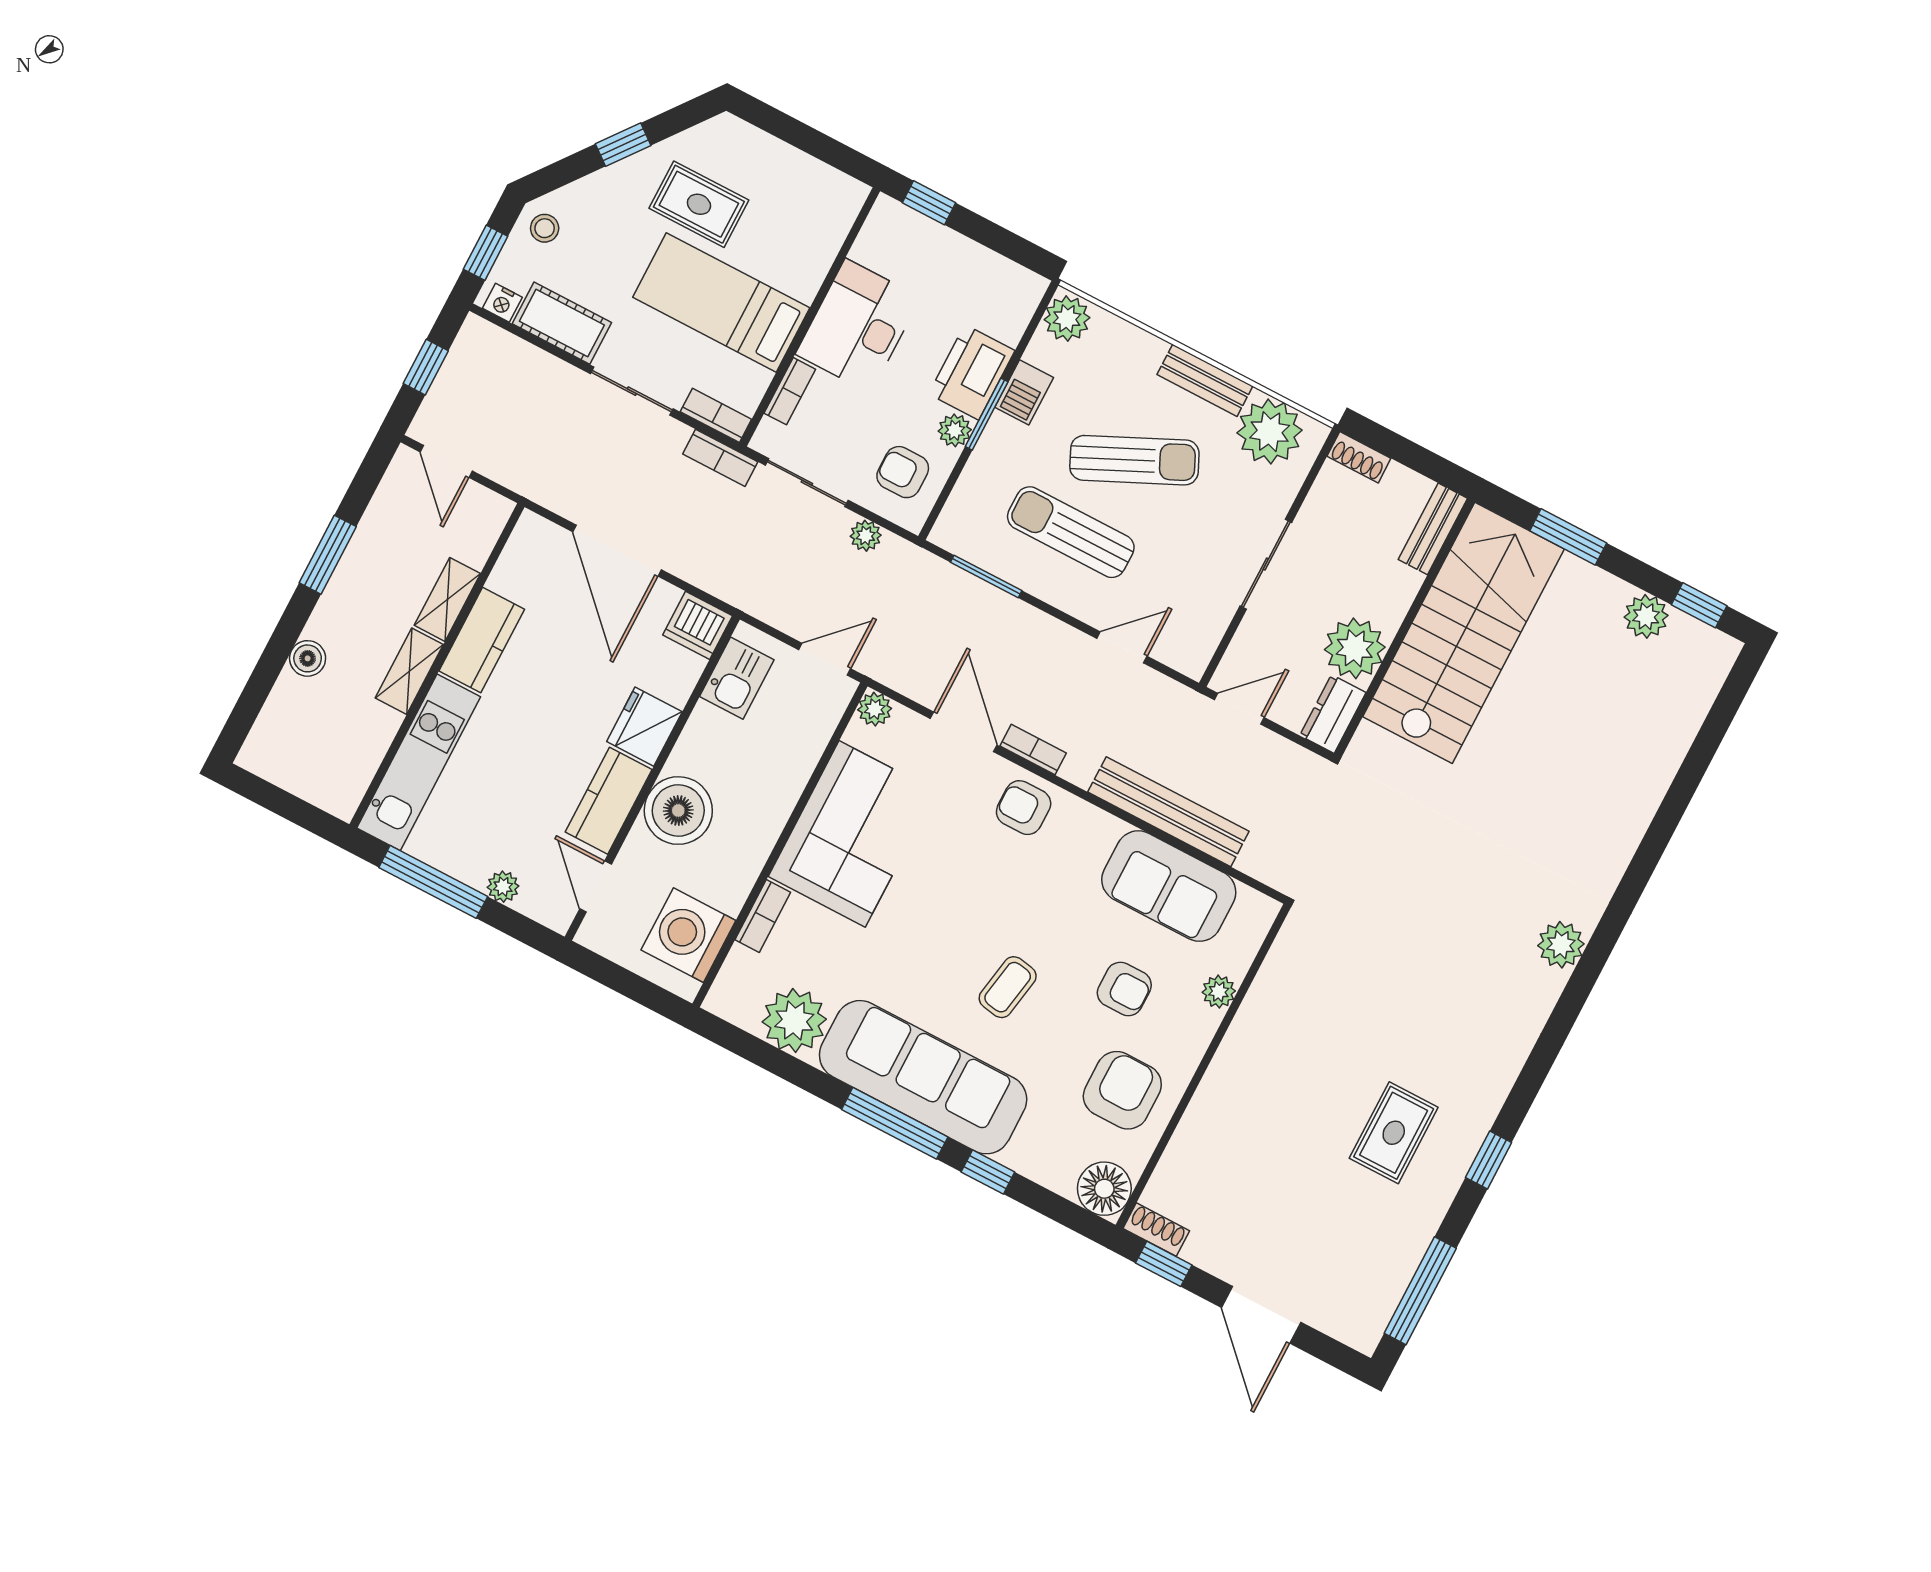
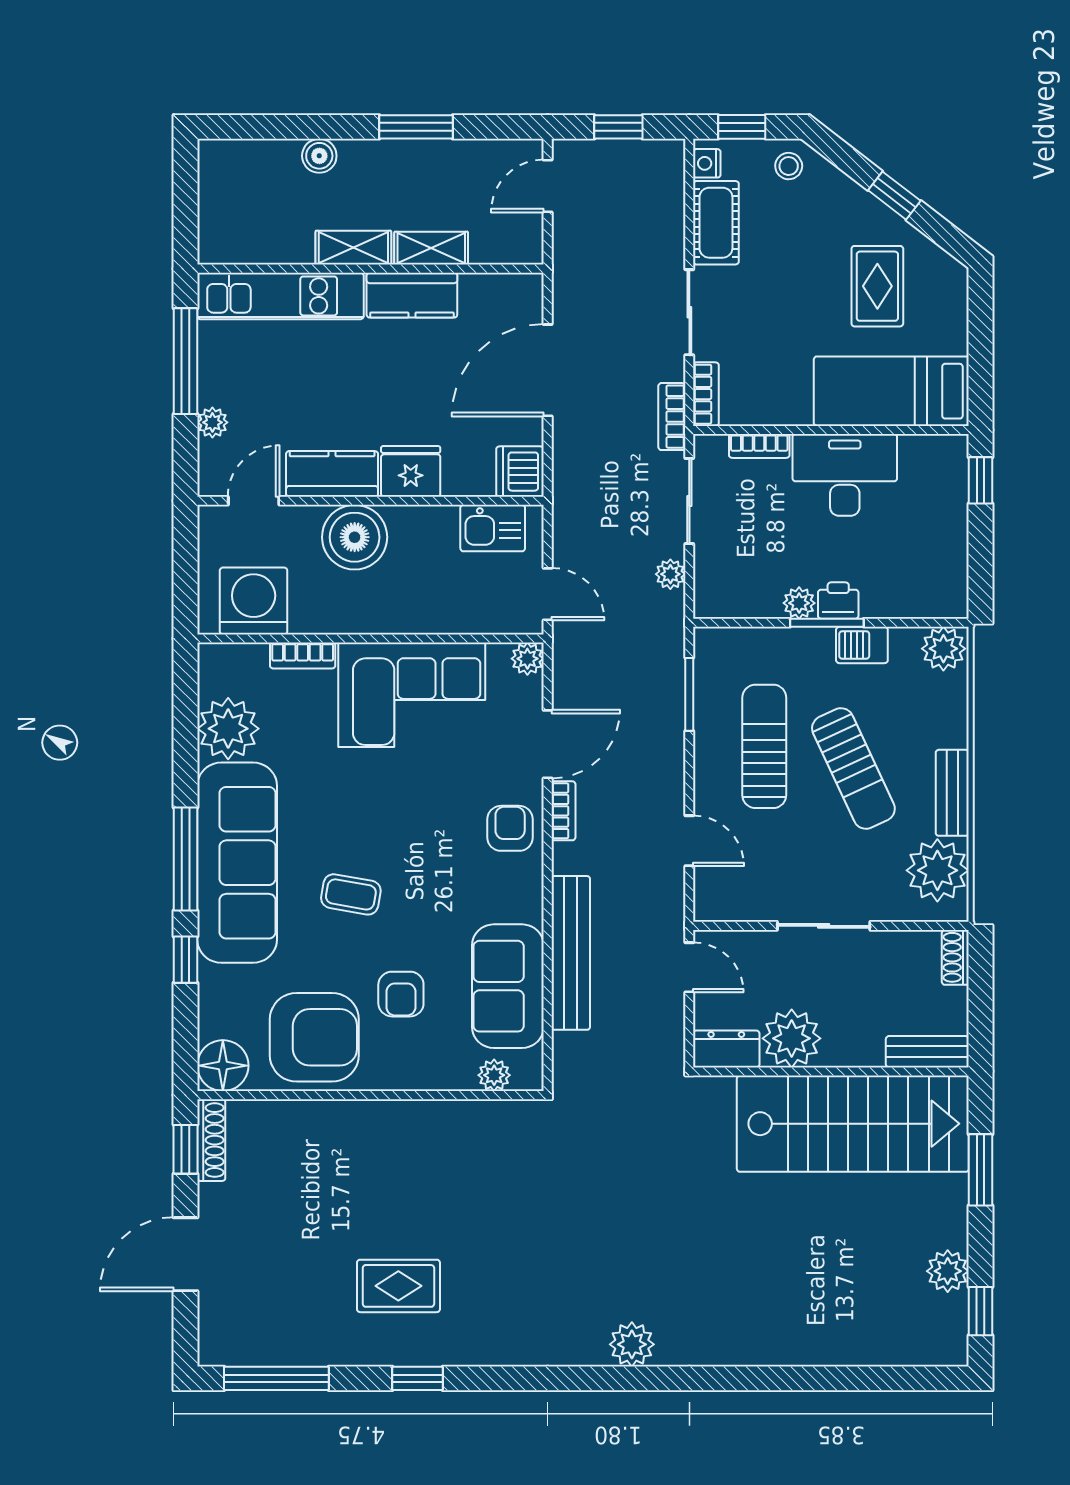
bed: (721, 302) -> (891, 391), moved, turned -90
printer: (972, 372) -> (838, 601), width x0.53, depth x0.68
armchair: (903, 472) -> (741, 577), removed
plant: (1219, 992) -> (494, 1075), moved
armchair: (1122, 1090) -> (314, 1037), width x1.36, depth x1.36
shoe rack: (1156, 1230) -> (211, 1140), width x1.43

